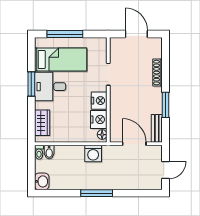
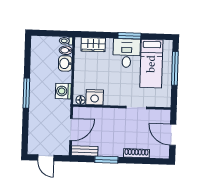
door: (136, 34) -> (173, 135), swing flipped
nightstand: (99, 101) -> (112, 98), removed
washbasin: (42, 181) -> (65, 63), moved, turned 90

